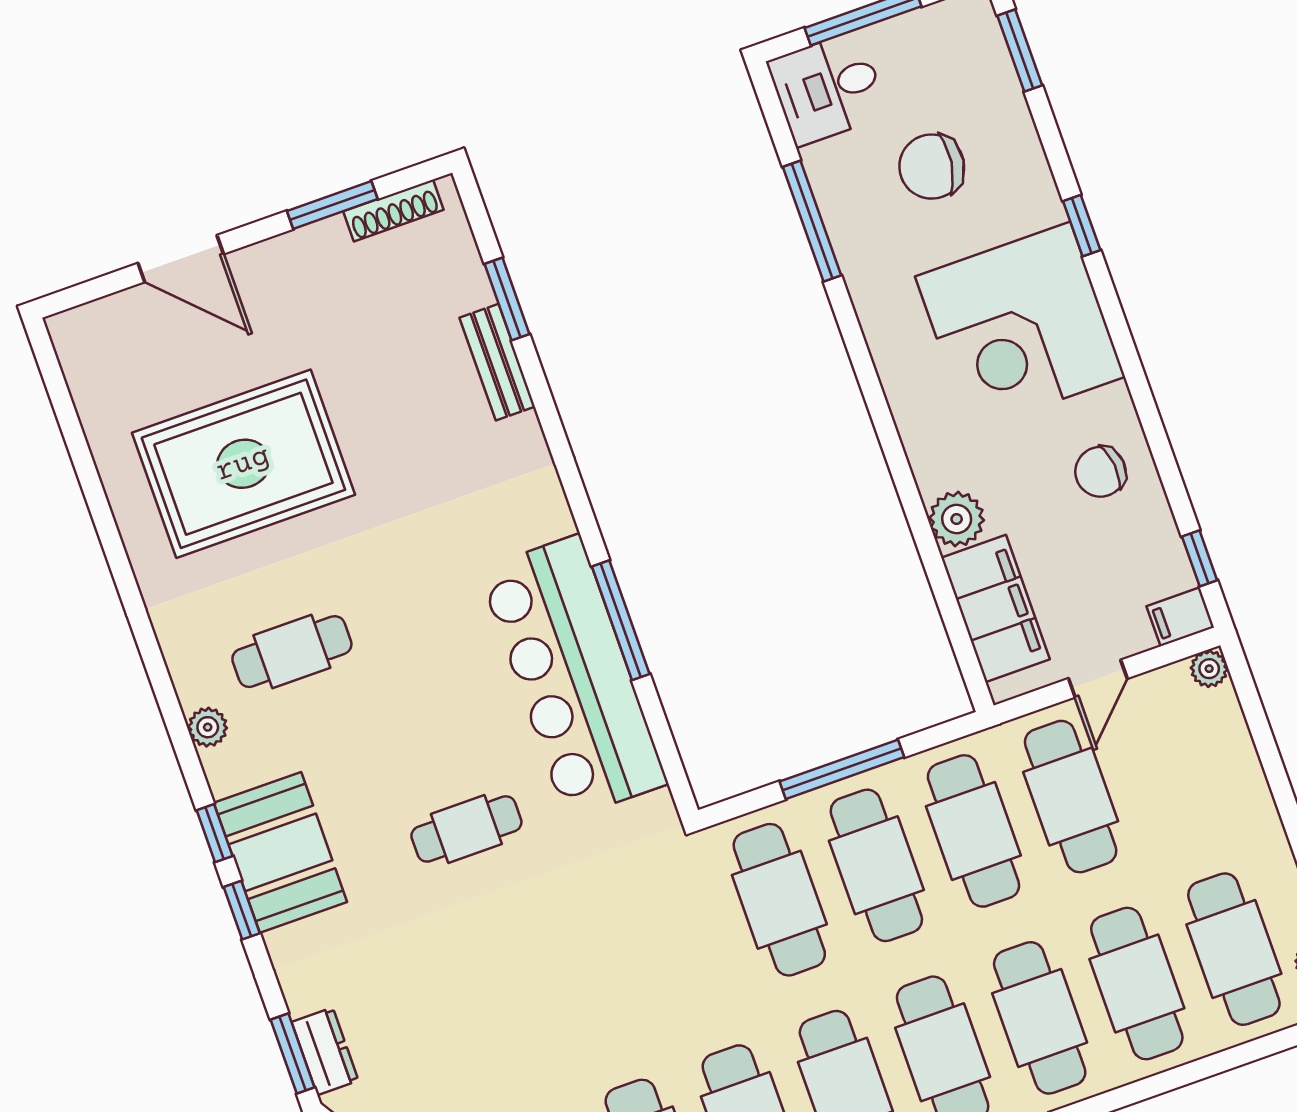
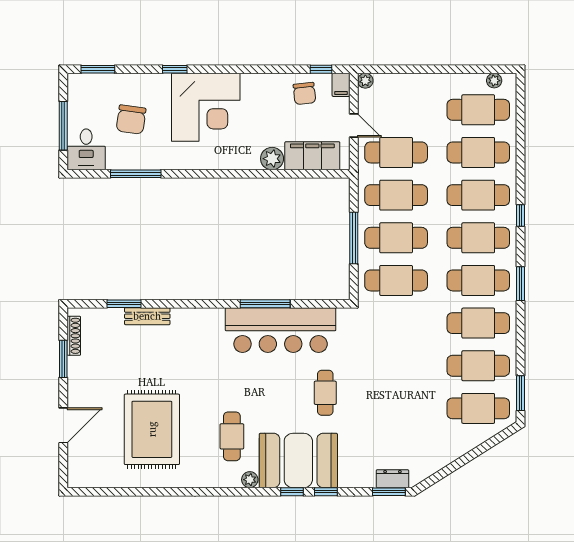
chair: (1100, 472) -> (304, 93), moved
booth: (280, 852) -> (298, 460), width x1.36, depth x1.42

